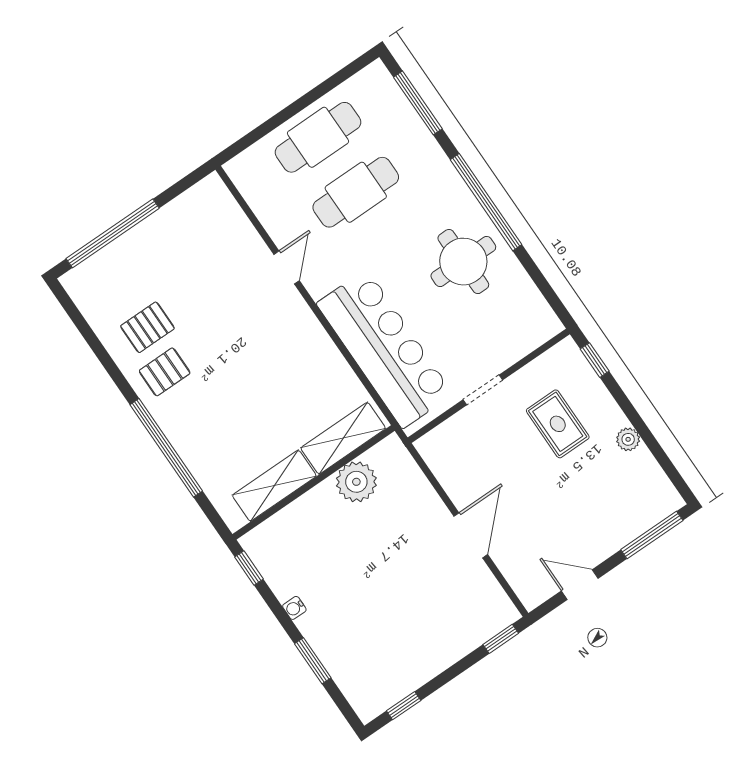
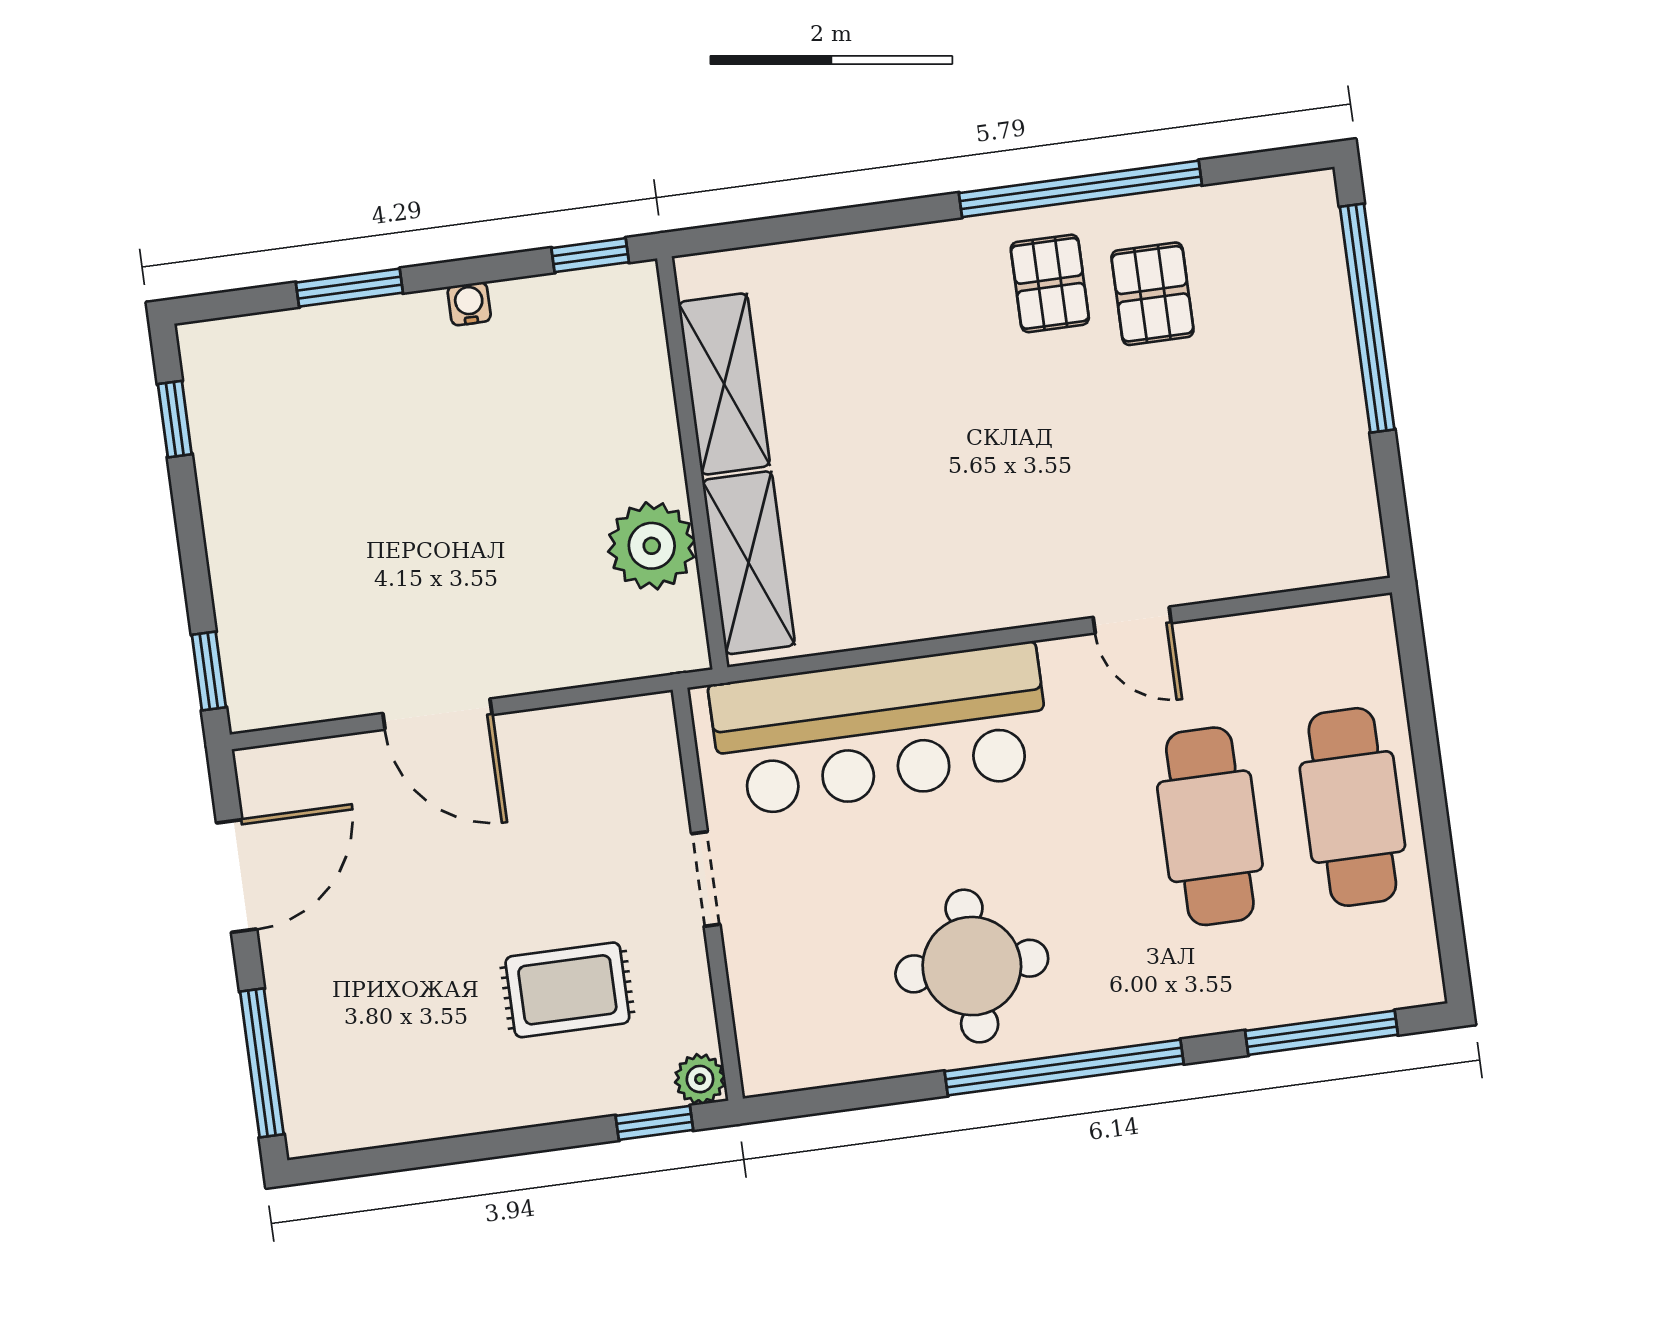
plant: (628, 439) -> (700, 1079), moved
window: (166, 448) -> (1080, 189), moved
door: (580, 585) -> (237, 876), width x1.38

